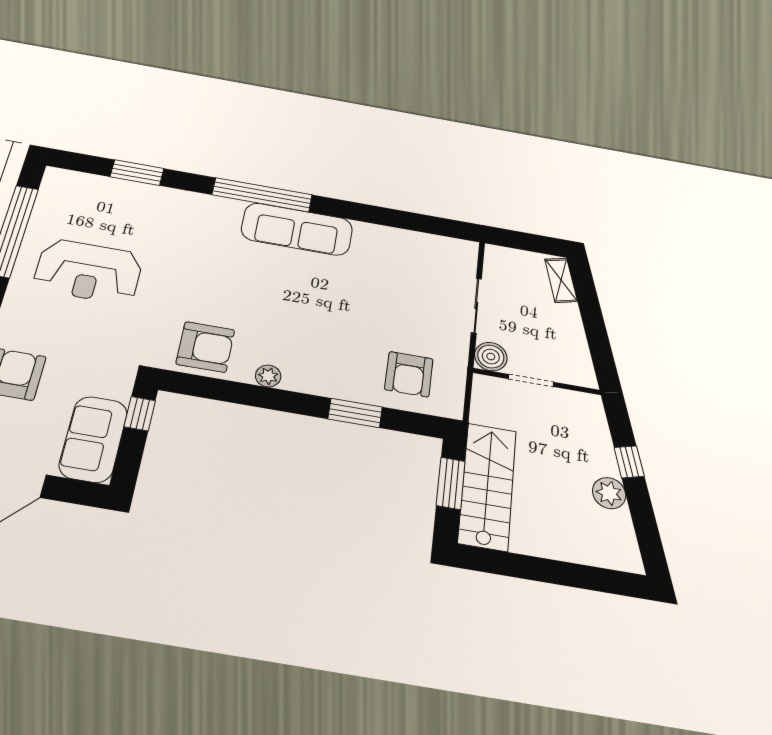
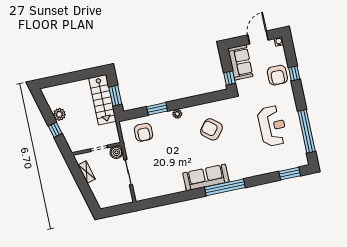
window: (137, 173) -> (290, 174), moved
reception desk: (88, 271) -> (272, 126), turned 90
shelving: (561, 280) -> (87, 172), moved
armchair: (205, 347) -> (211, 129), moved, turned 39
armchair: (409, 374) -> (144, 132), turned 180
plant: (268, 376) -> (177, 114), moved

